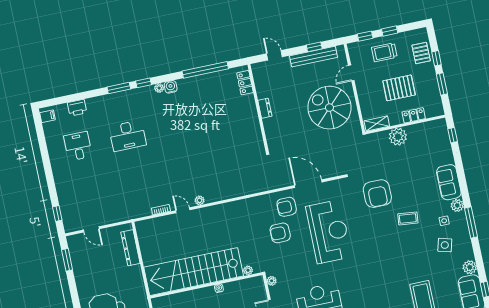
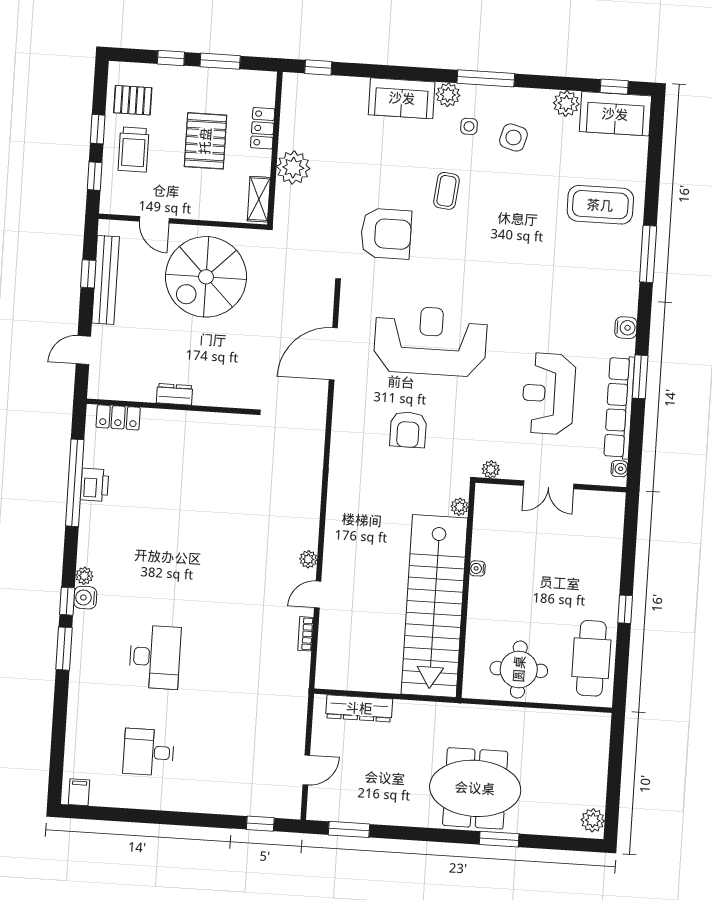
pallet: (421, 53) -> (133, 100), moved
water cooler: (171, 87) -> (85, 598), moved
printer: (77, 108) -> (95, 485), moved
armchair: (287, 207) -> (364, 405), removed

